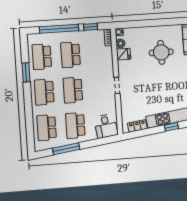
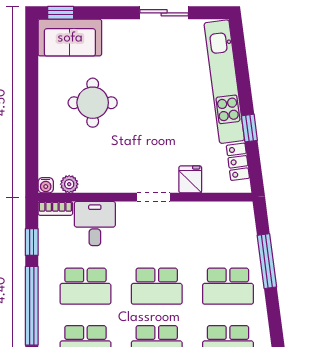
fridge: (124, 54) -> (190, 179), moved
desk: (106, 126) -> (95, 224), moved, turned -83
window: (171, 127) -> (249, 128), moved
window: (66, 149) -> (267, 261), moved

